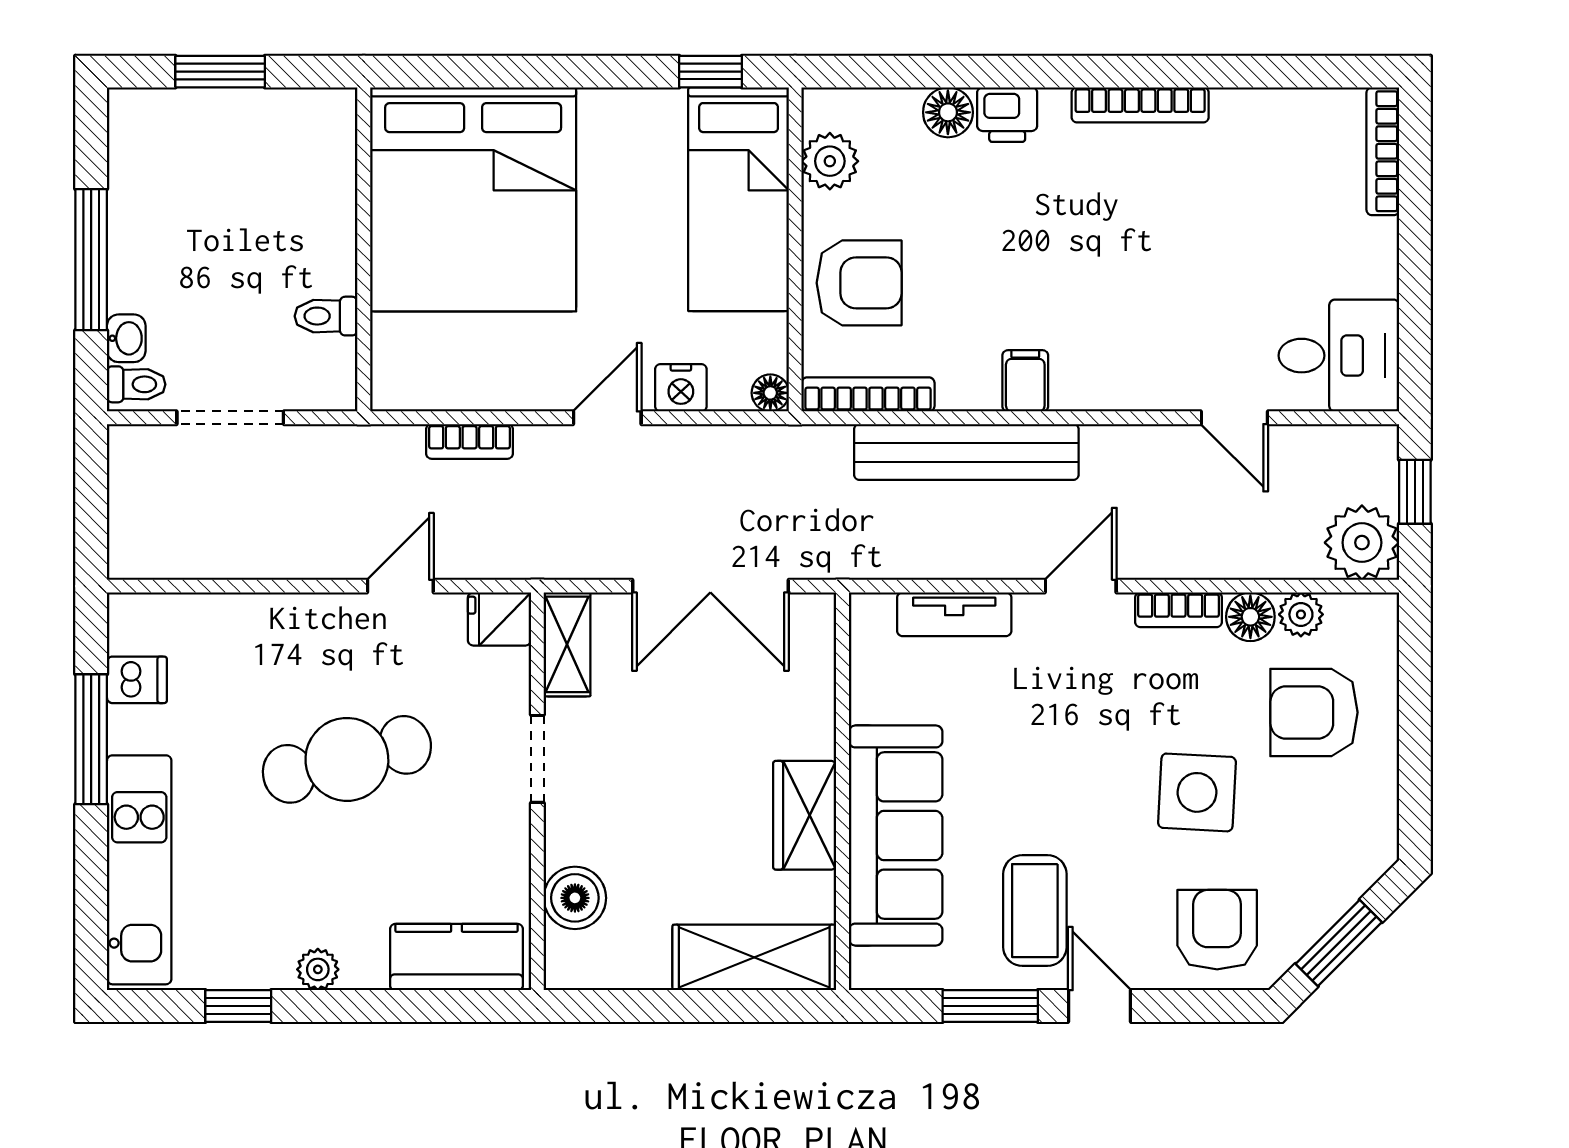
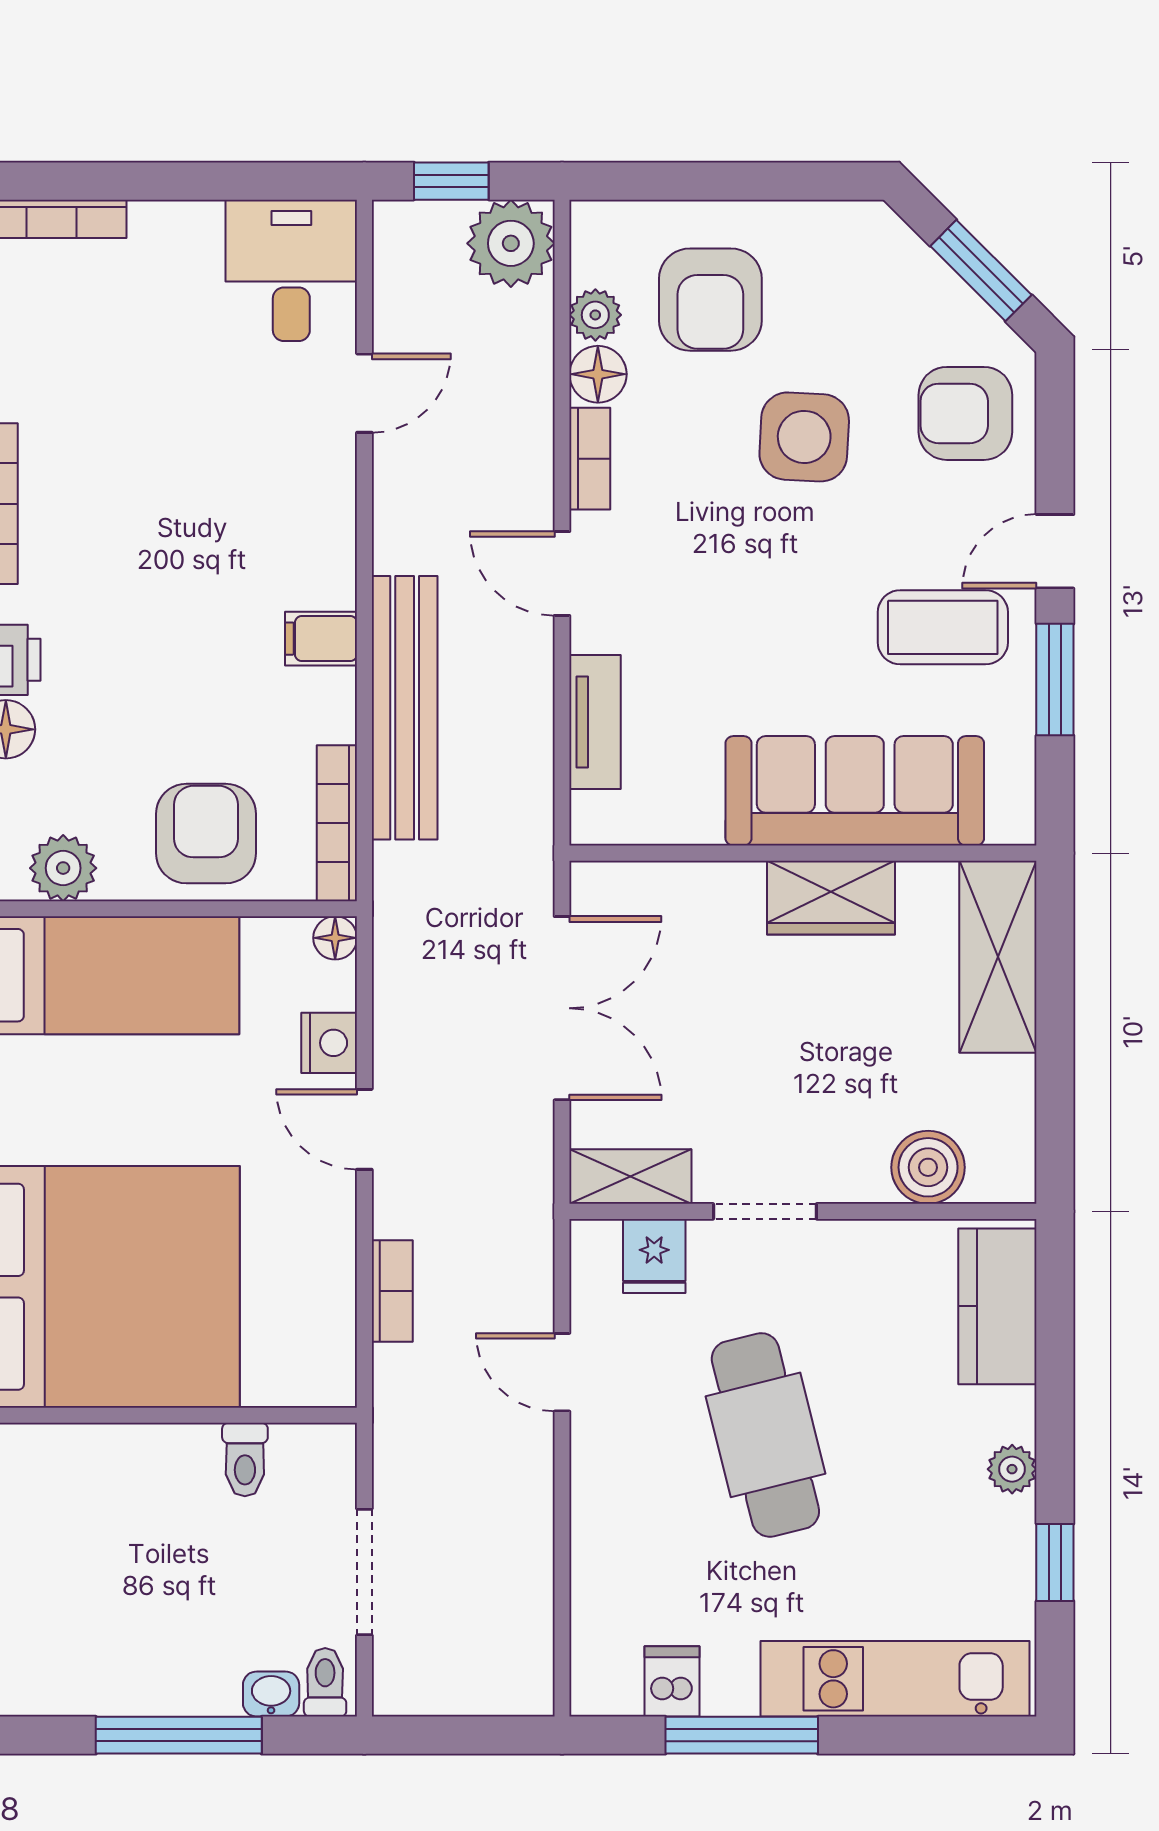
fridge: (499, 619) -> (654, 1256), moved

